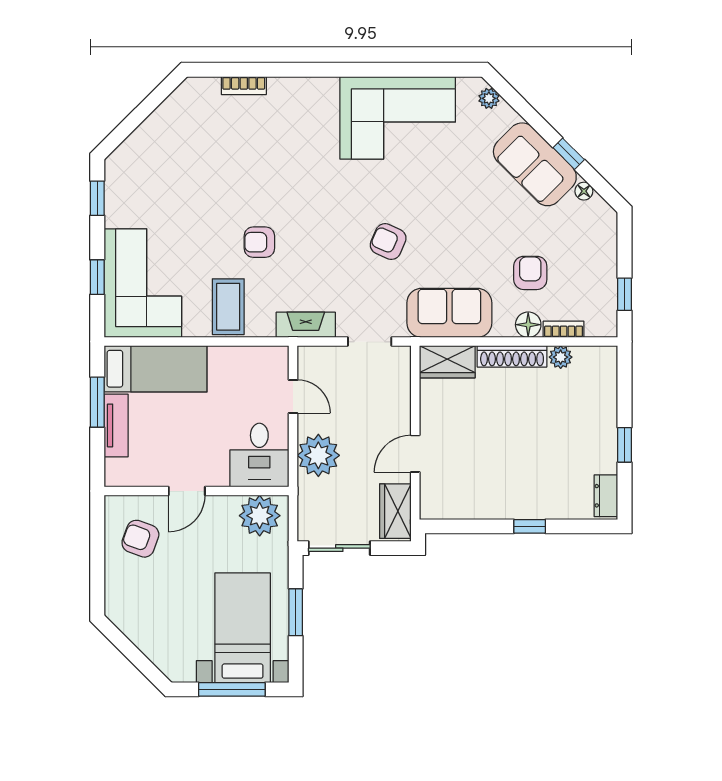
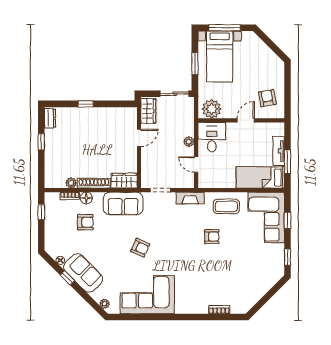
armchair: (388, 242) -> (140, 248), moved
armchair: (530, 273) -> (85, 222), turned -90
coffee table: (228, 307) -> (226, 206), turned 90
plant: (318, 455) -> (189, 142), width x0.53, depth x0.53
armchair: (140, 539) -> (267, 98), turned -120

